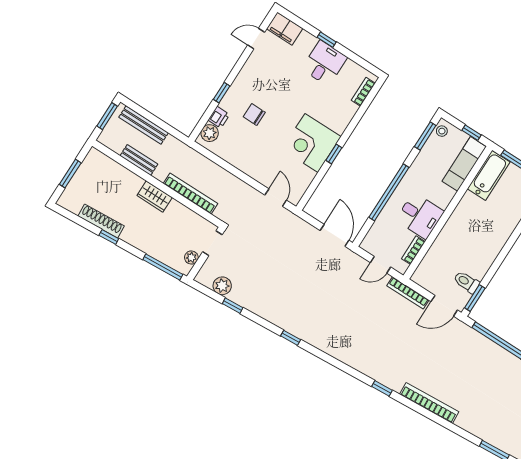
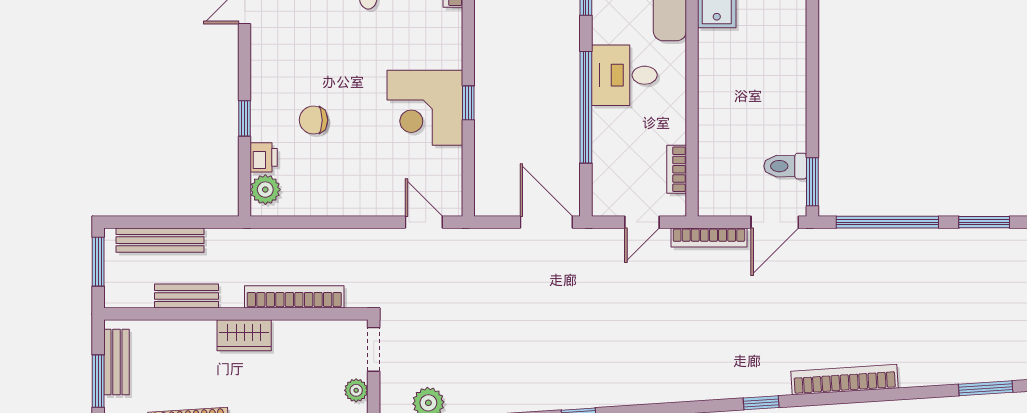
bench: (85, 170) -> (117, 362), added
desk: (420, 216) -> (624, 75), moved, turned 180

